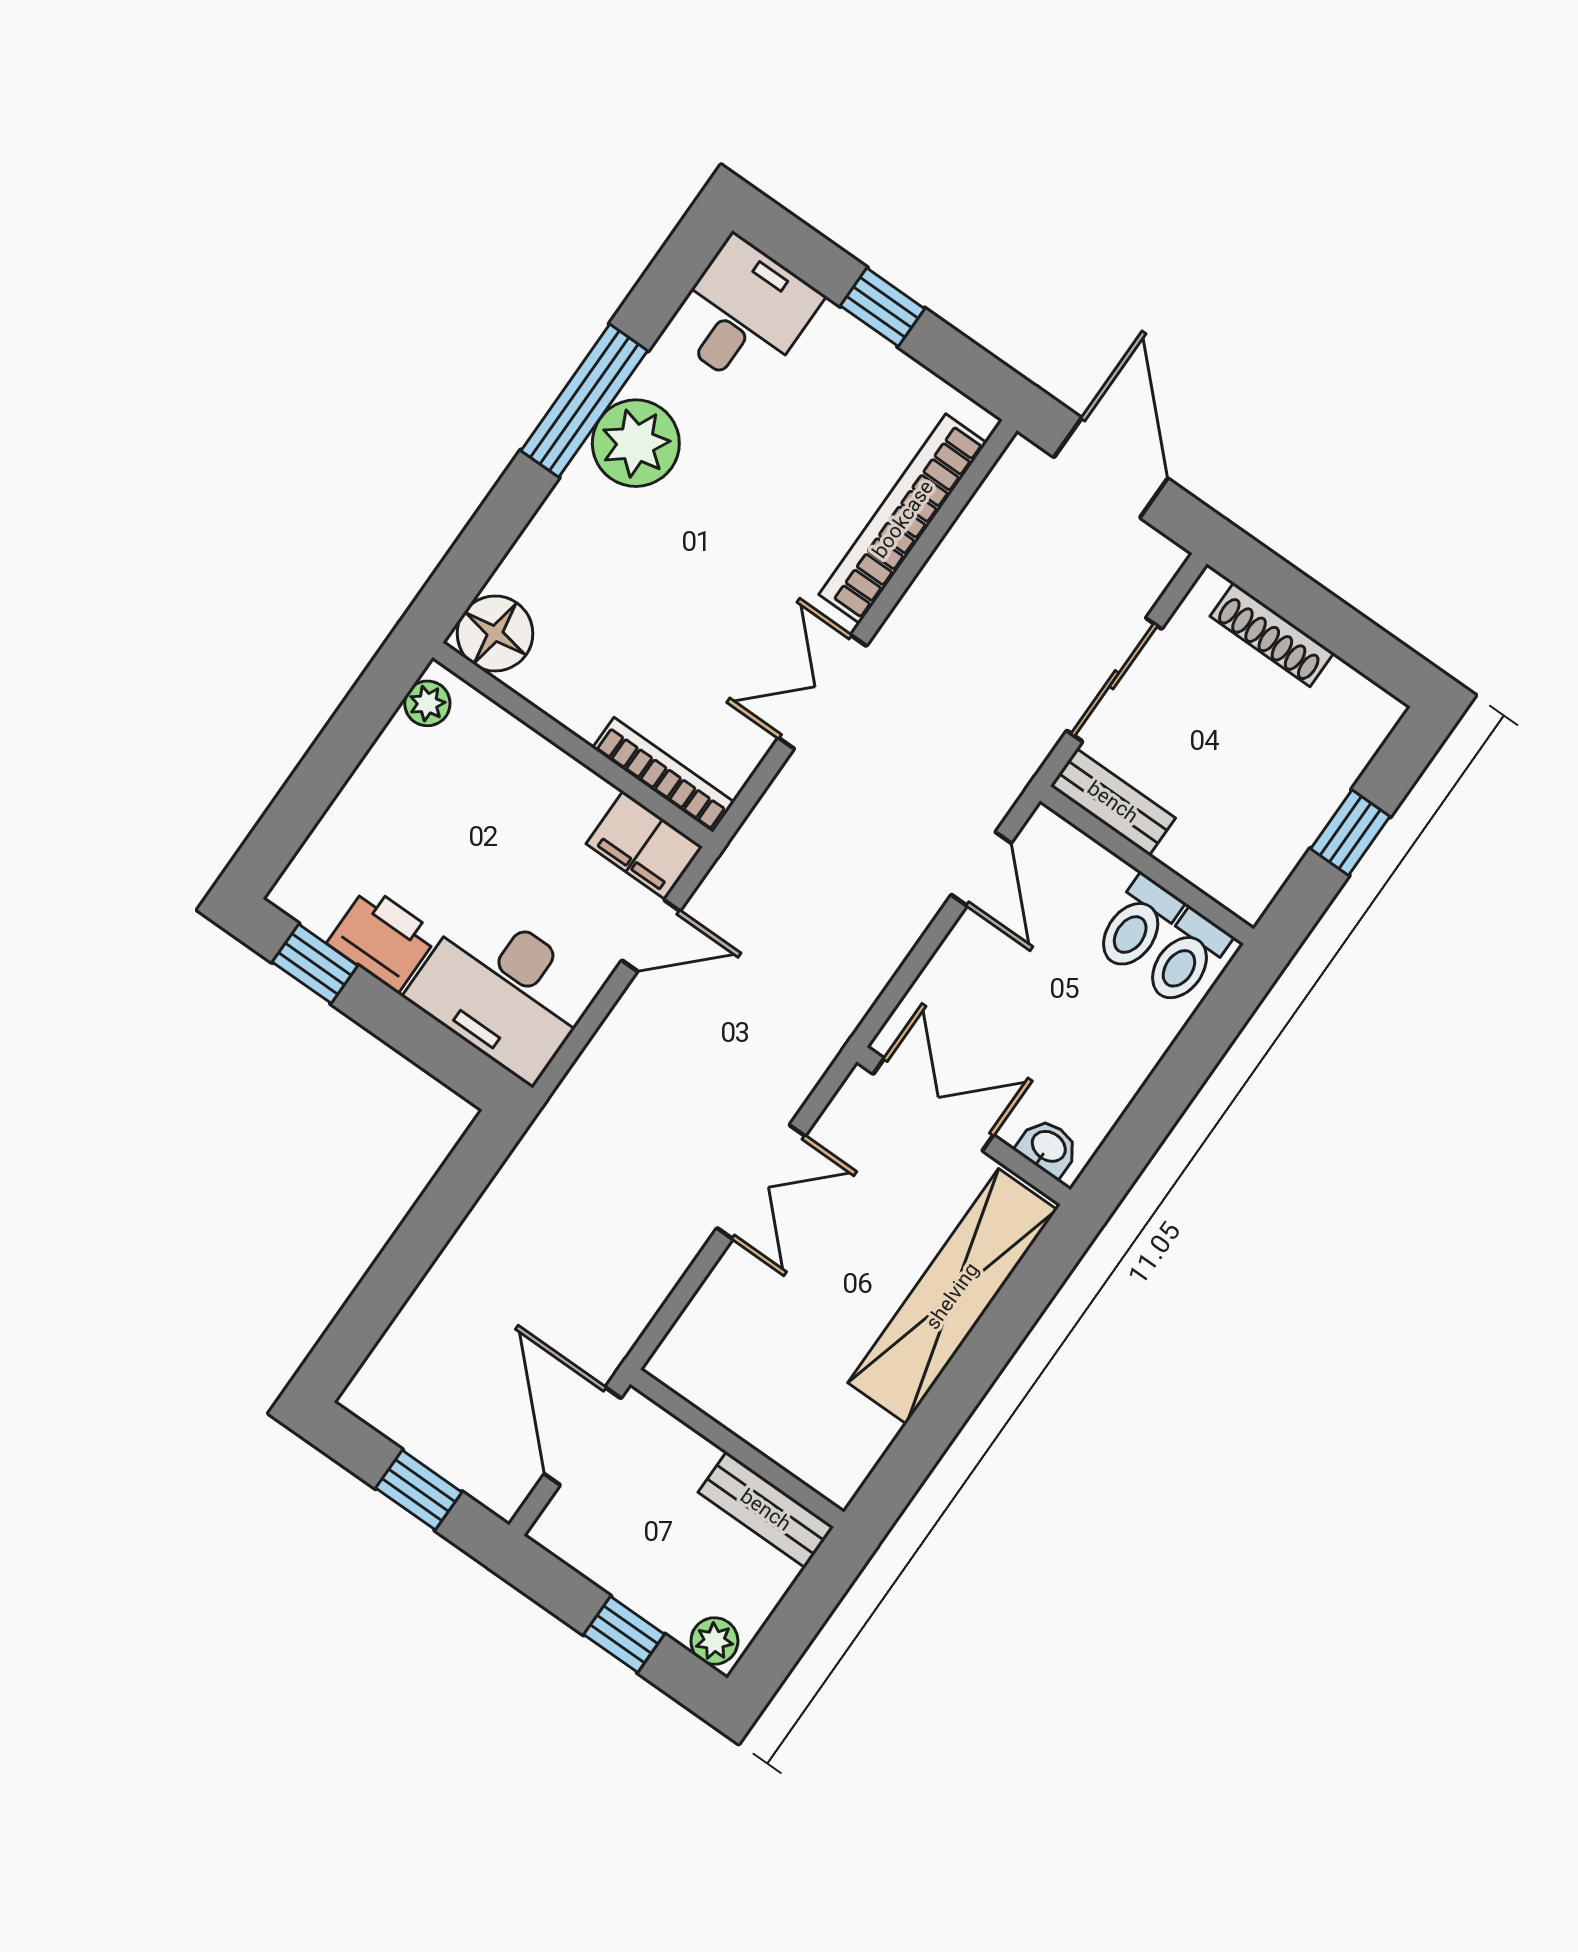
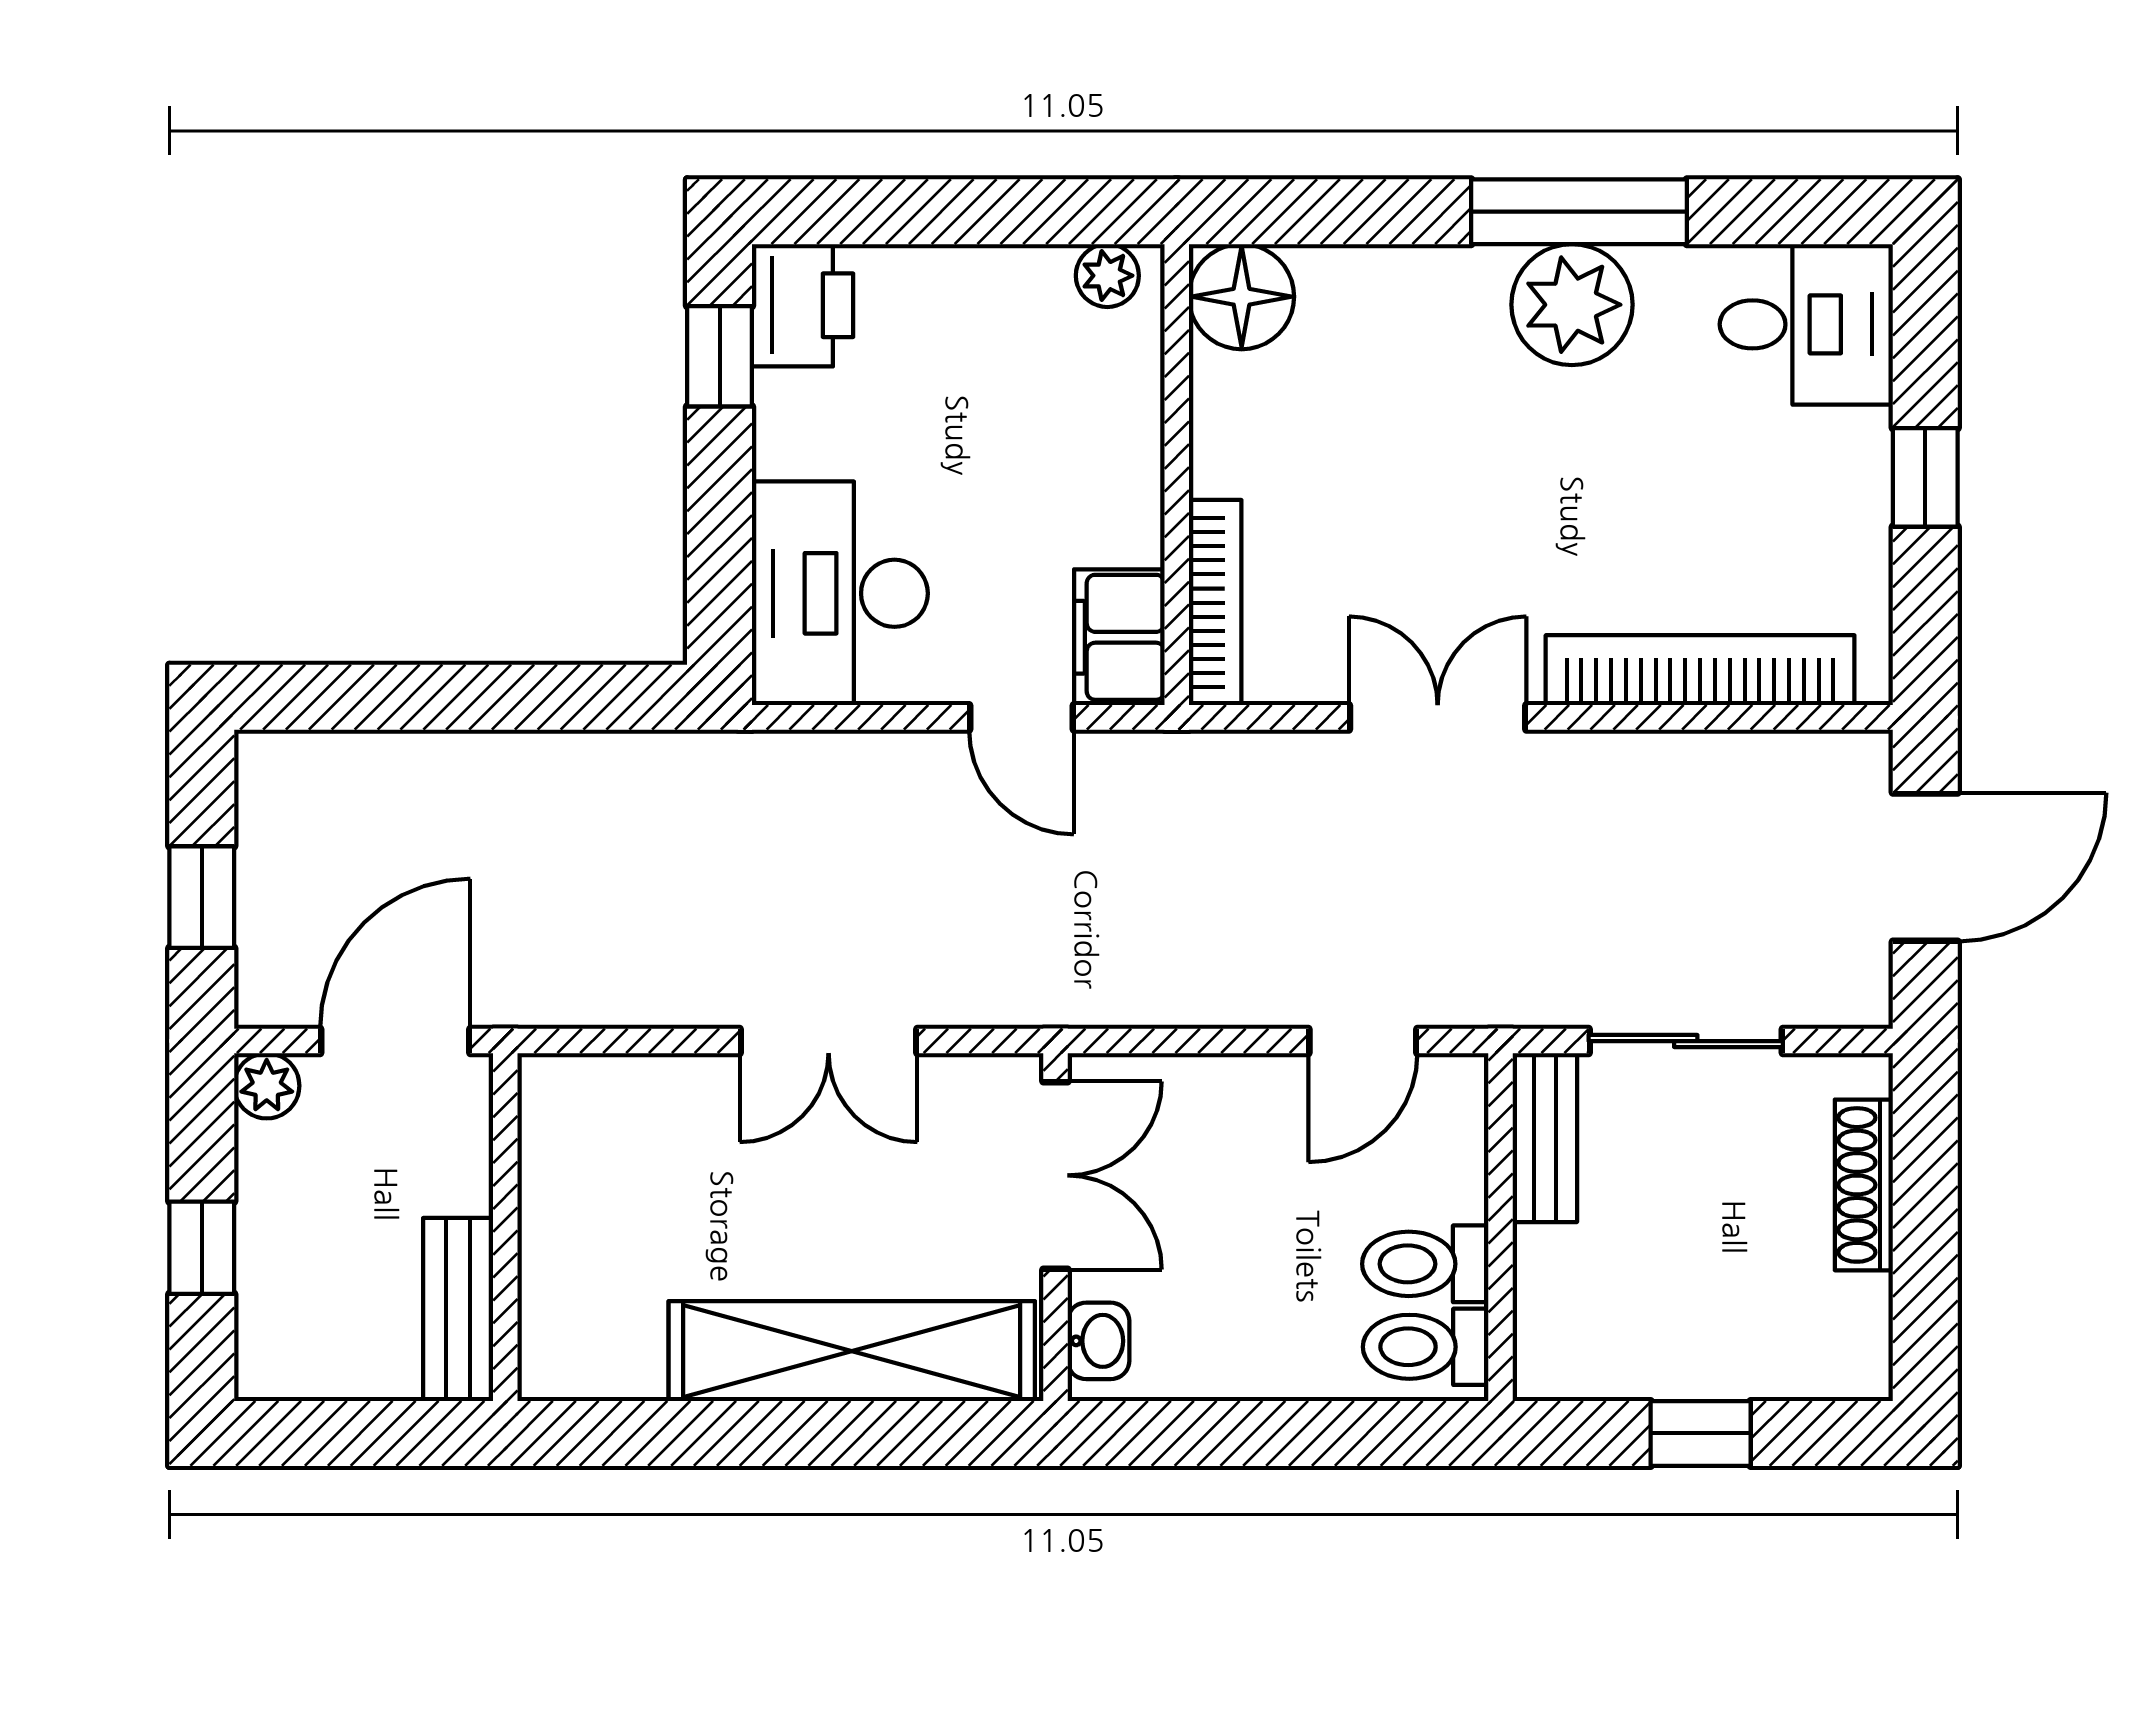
printer: (383, 939) -> (803, 305), moved
plant: (714, 1641) -> (267, 1086), moved

